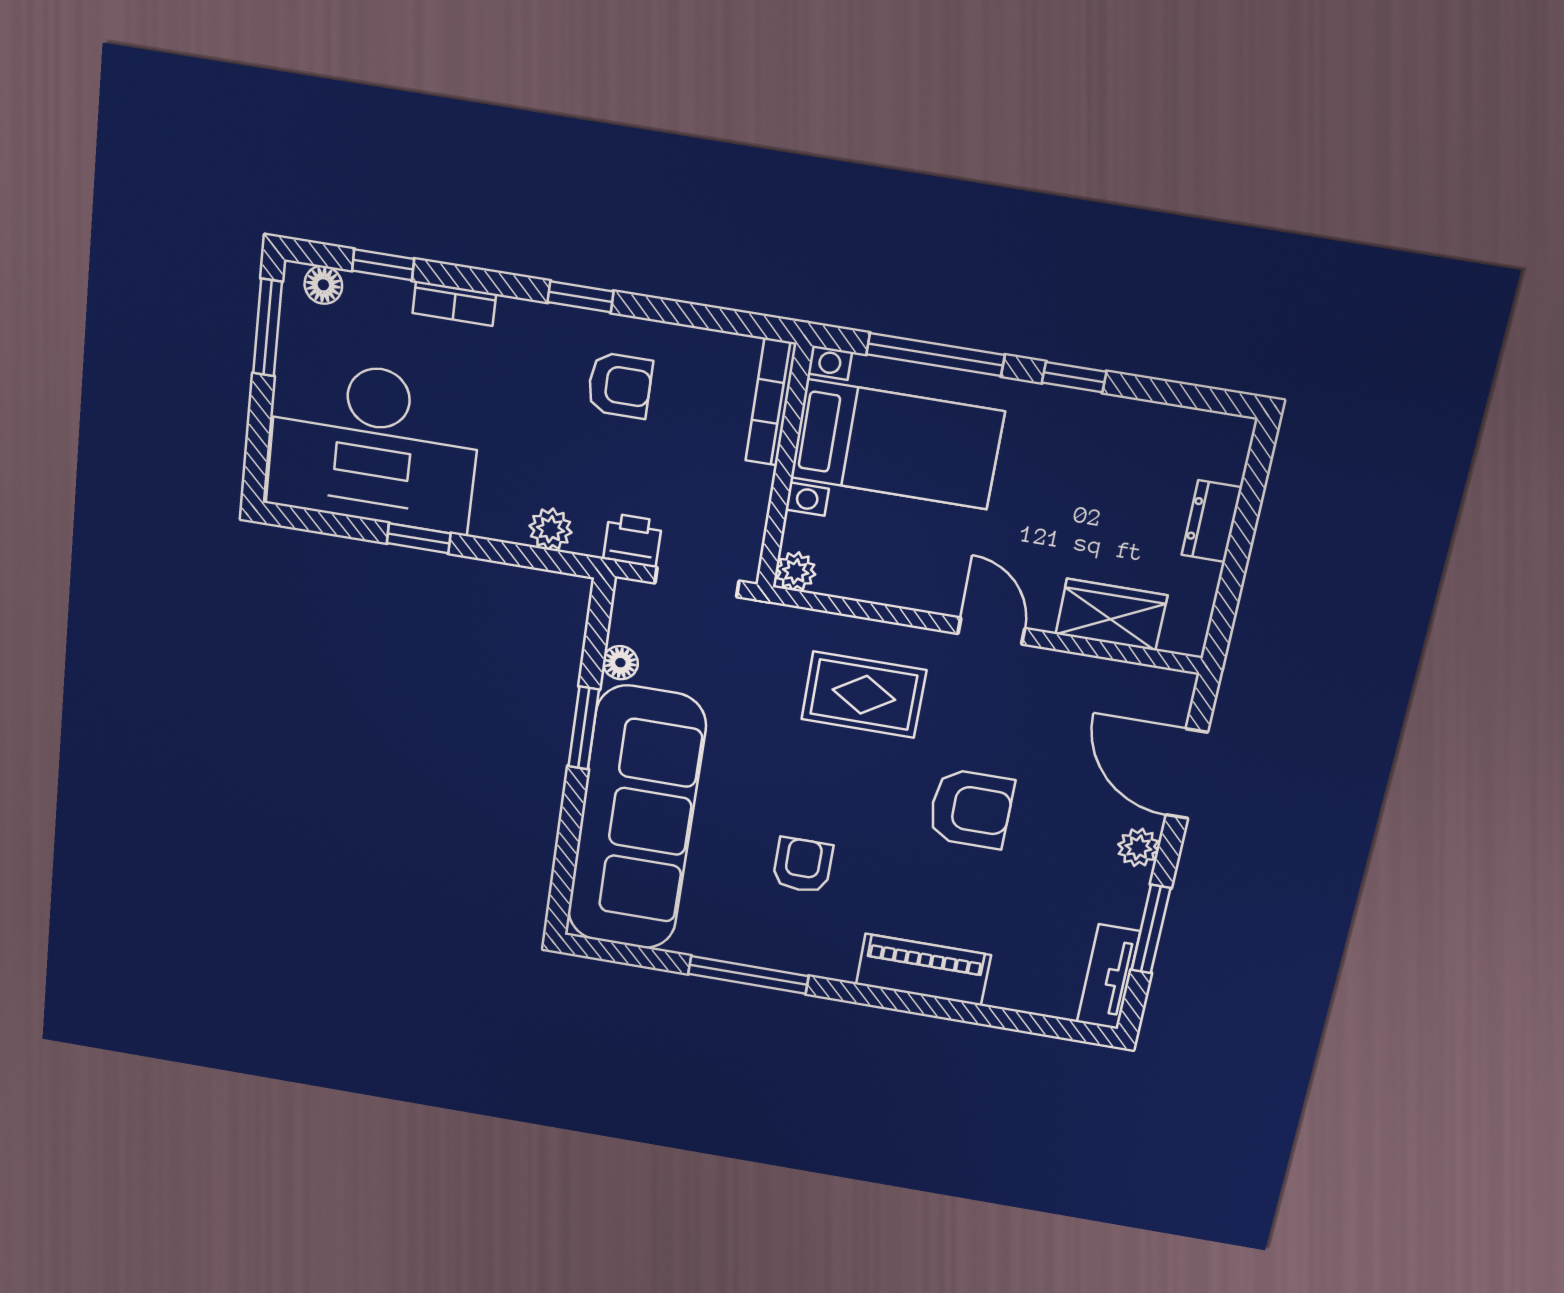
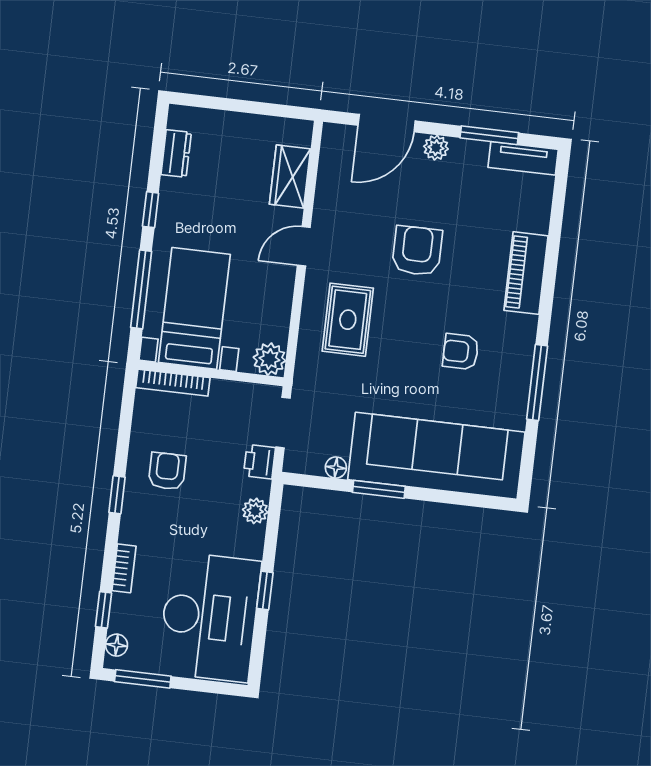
dresser: (1212, 521) -> (176, 153), moved, turned -90
plant: (796, 571) -> (269, 359), width x1.38, depth x1.38

